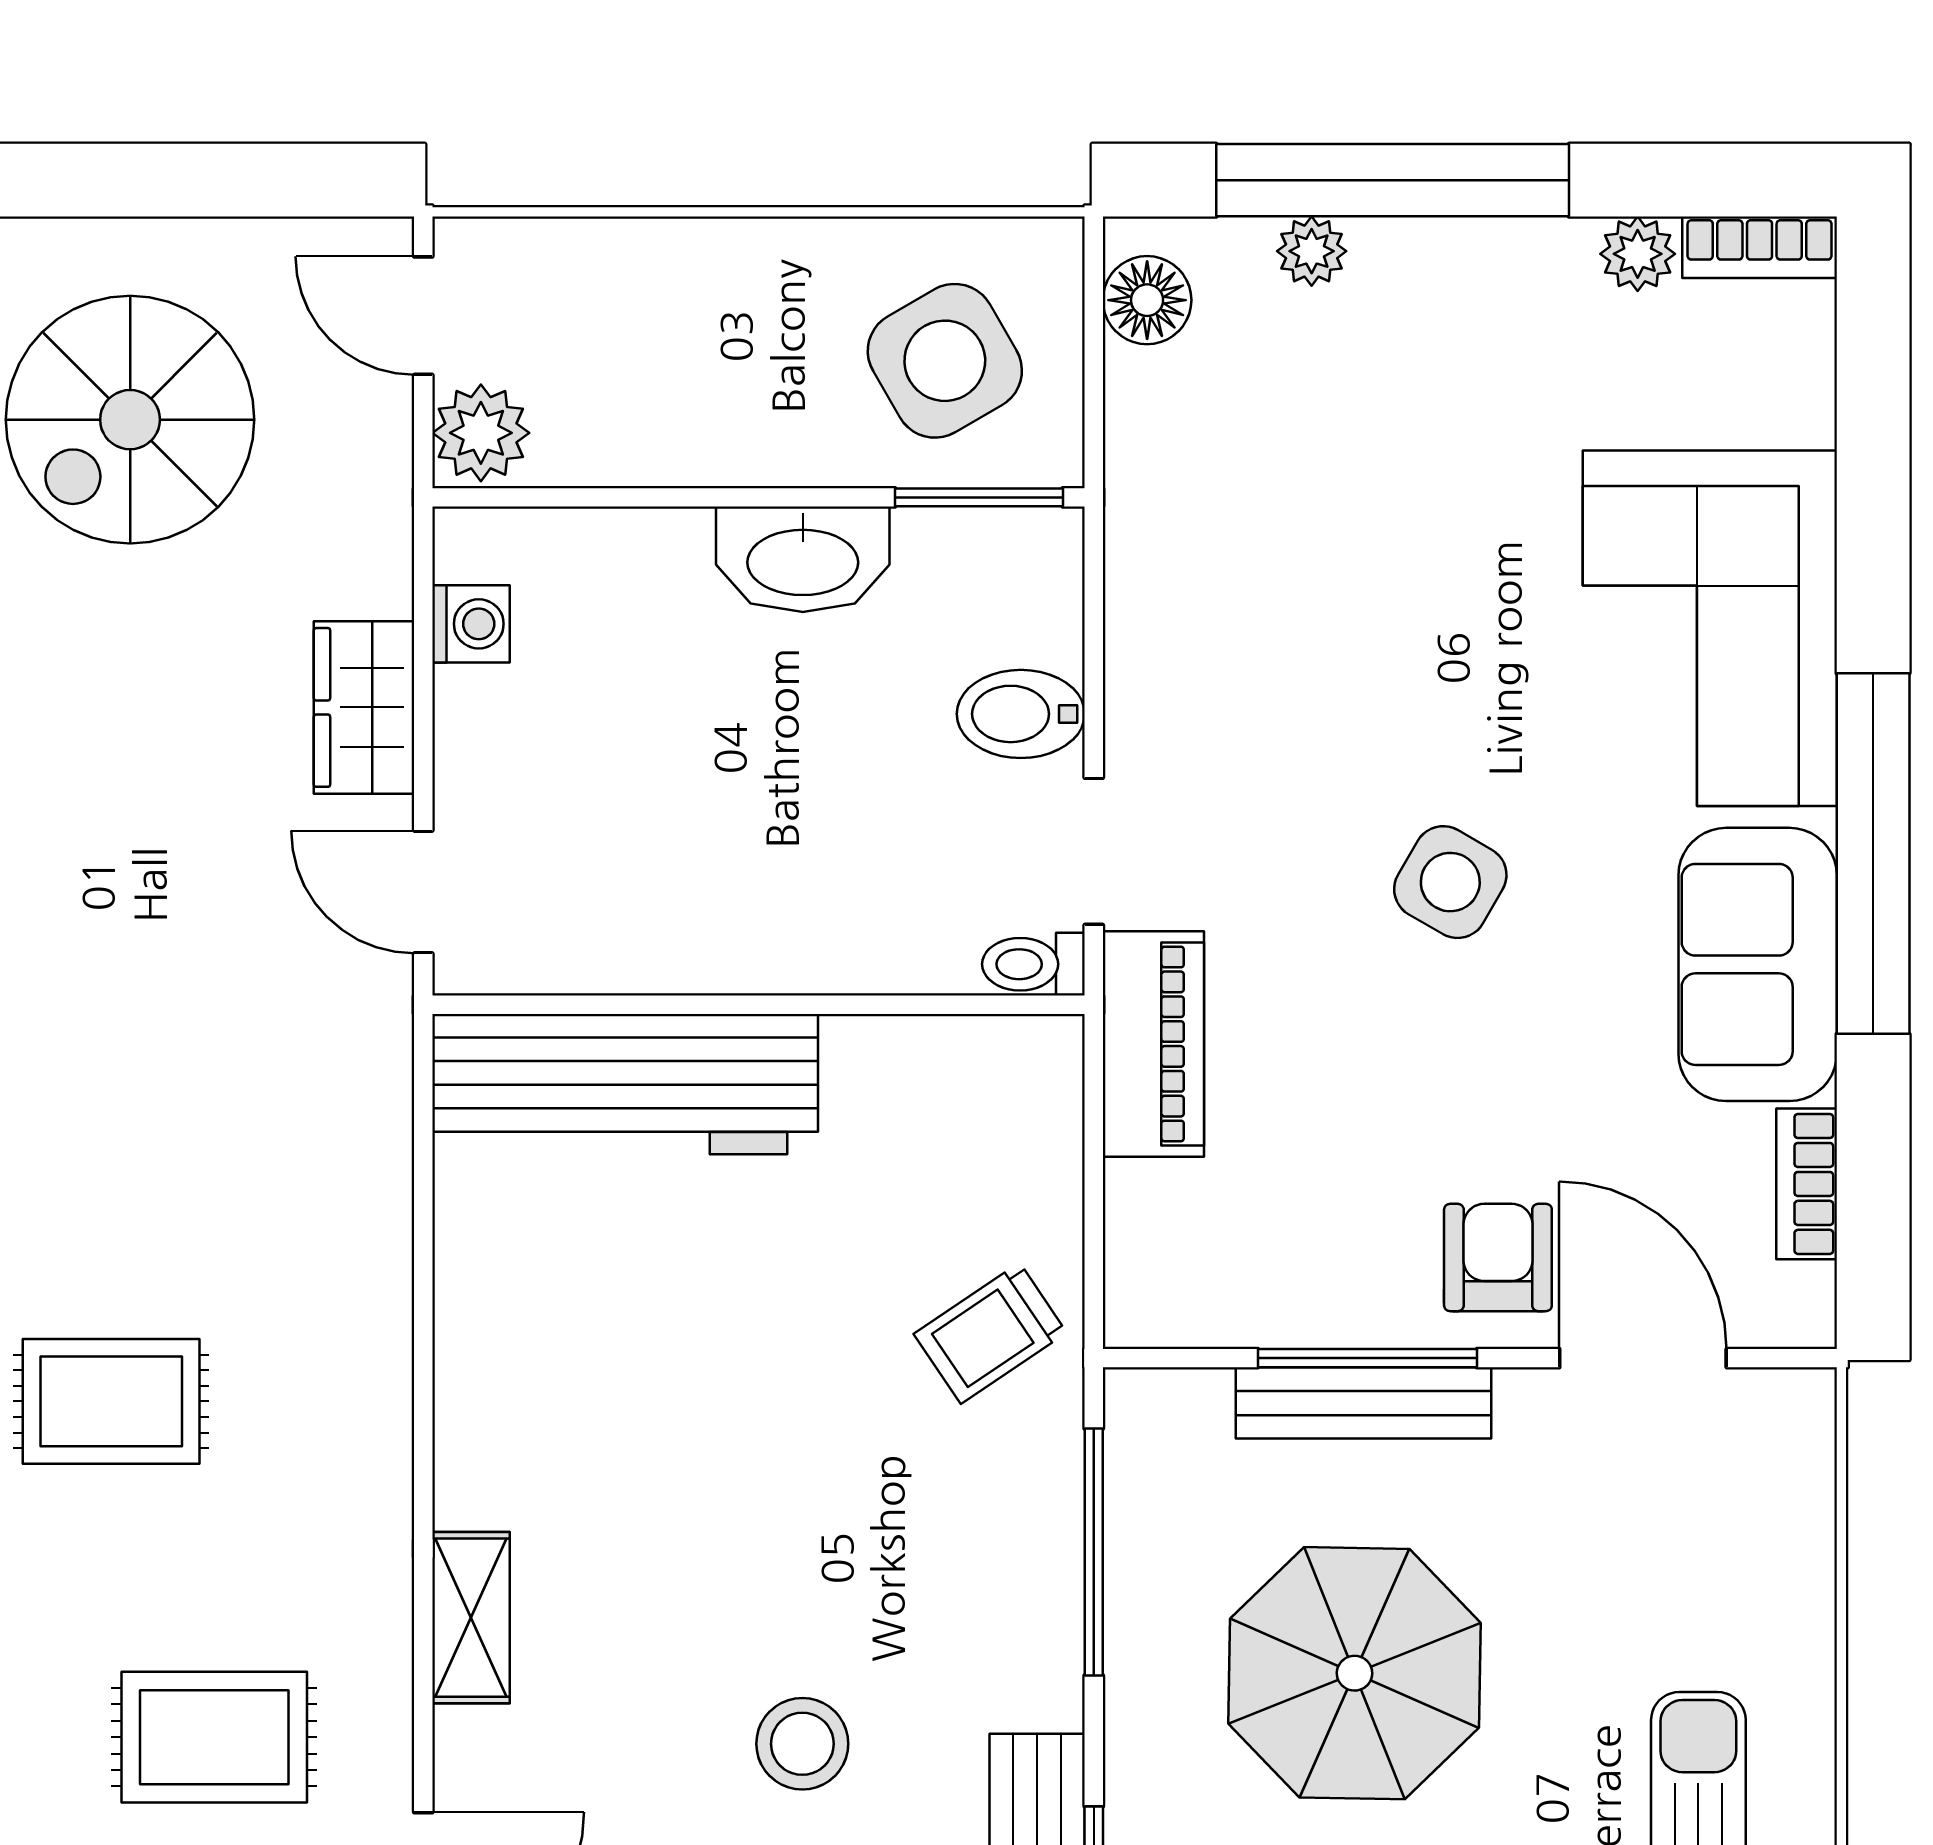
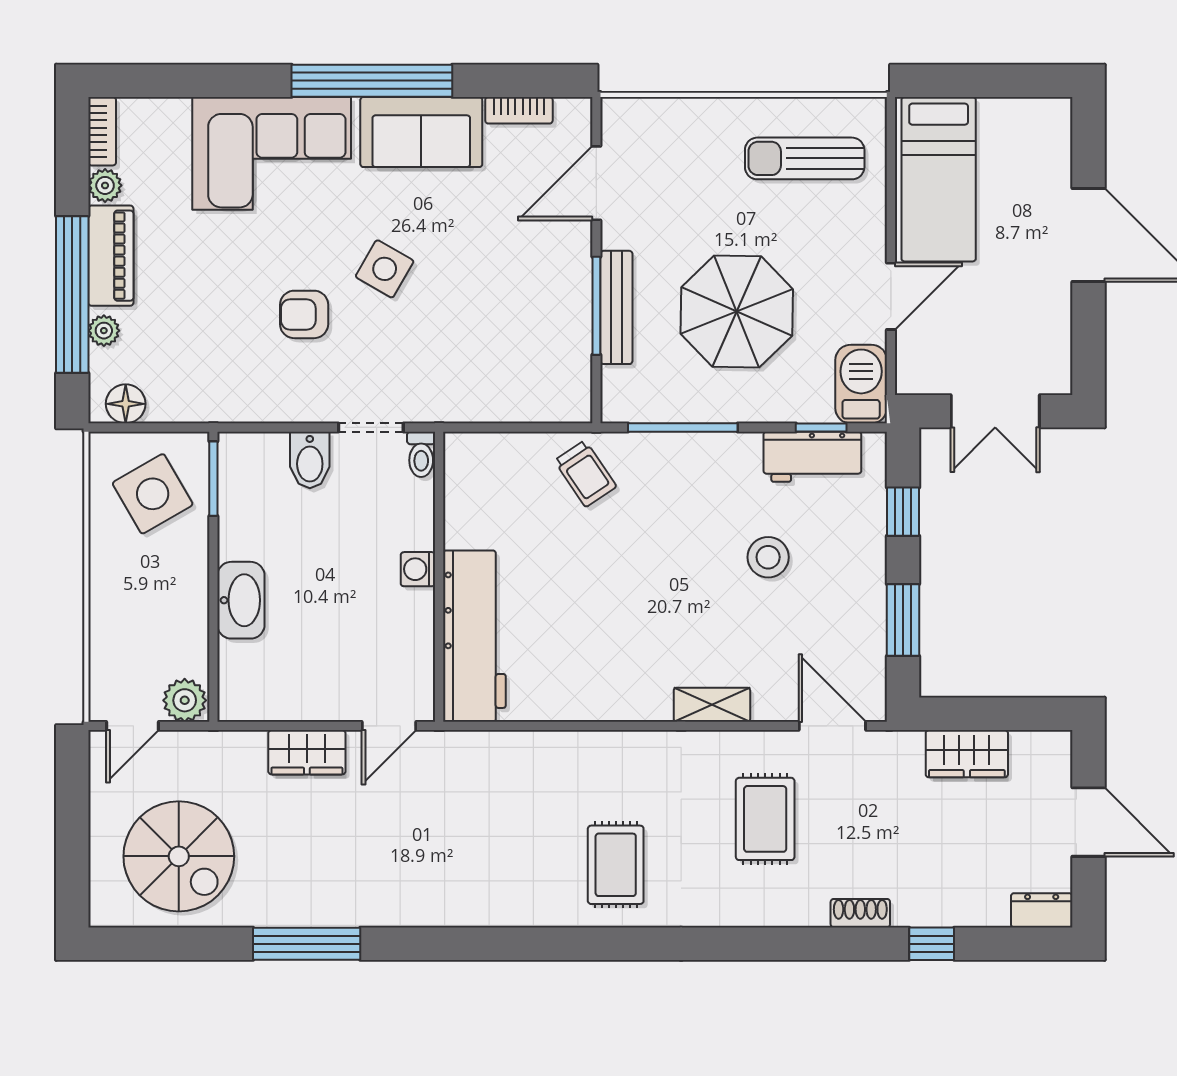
washbasin: (803, 559) -> (241, 600), moved
washing machine: (471, 624) -> (418, 569), moved, turned -90
piano: (1153, 1044) -> (111, 256), moved, turned 90
armchair: (1498, 1258) -> (304, 314), moved

